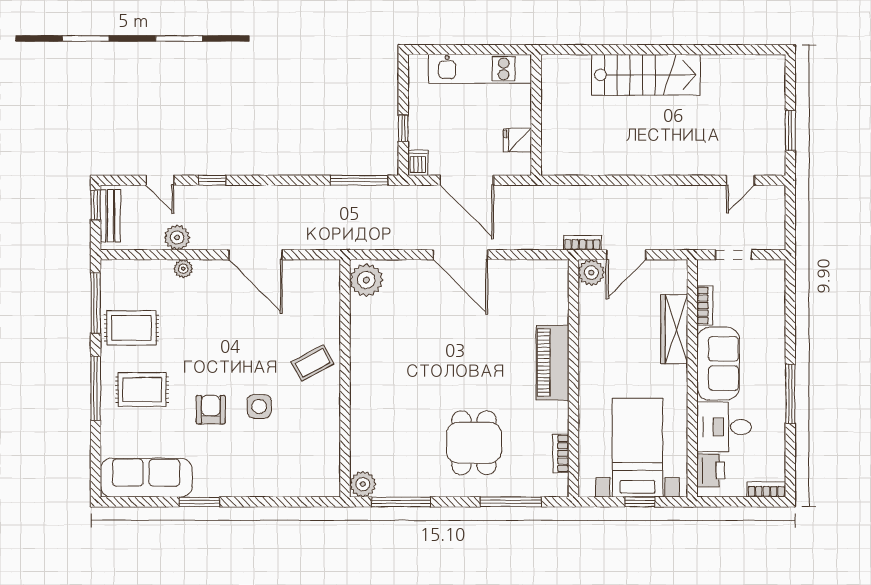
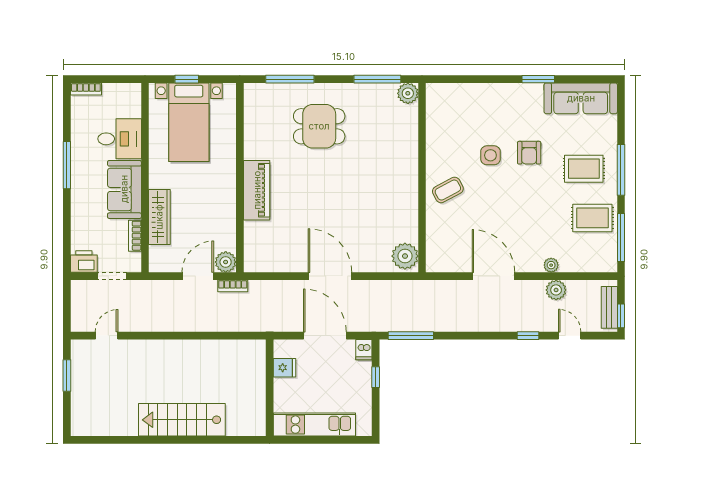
dining table: (474, 443) -> (319, 126), turned 90
bookcase: (561, 453) -> (250, 118), removed
printer: (711, 471) -> (84, 262), moved, turned 90

